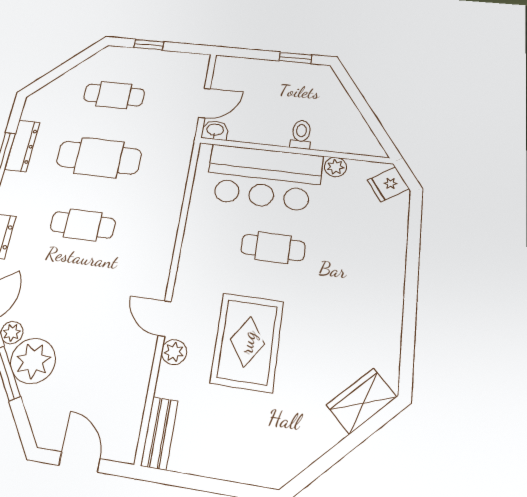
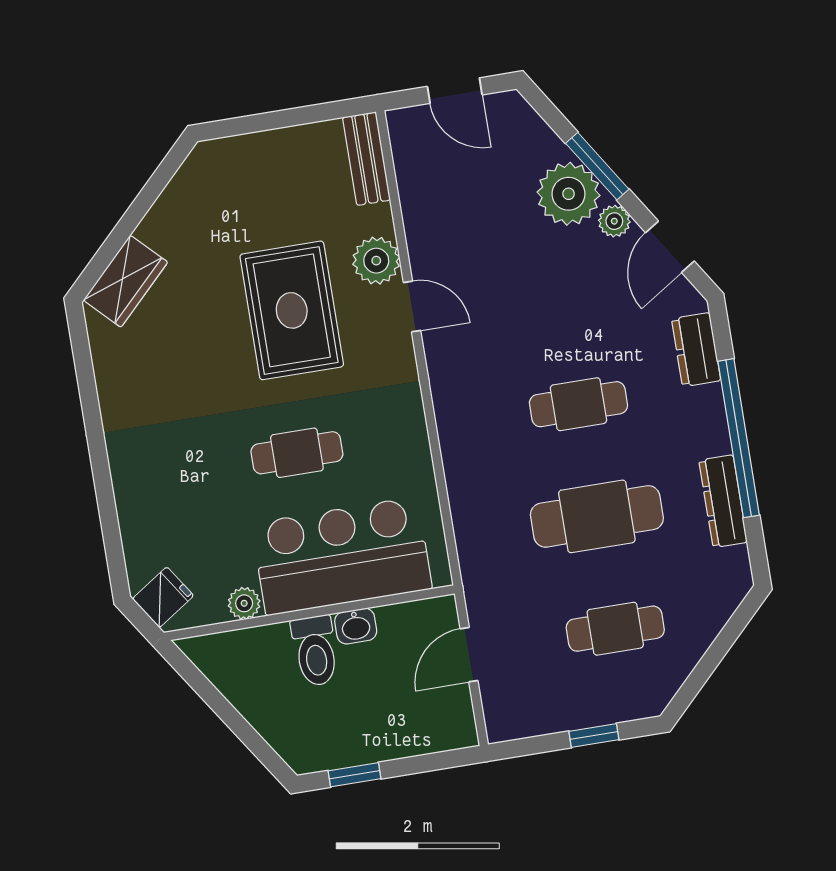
washbasin: (215, 130) -> (356, 626), moved
toilet: (301, 134) -> (315, 651), width x1.37, depth x1.39
plant: (174, 352) -> (376, 261), width x1.38, depth x1.38

